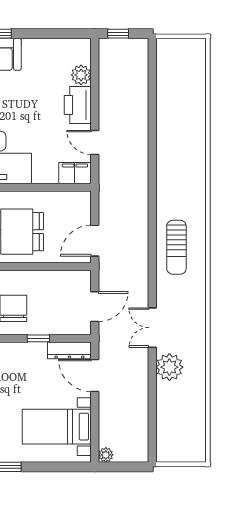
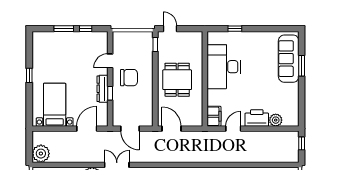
dresser: (69, 350) -> (102, 89), moved
plant: (106, 455) -> (41, 154), moved, width x1.88, depth x1.88

